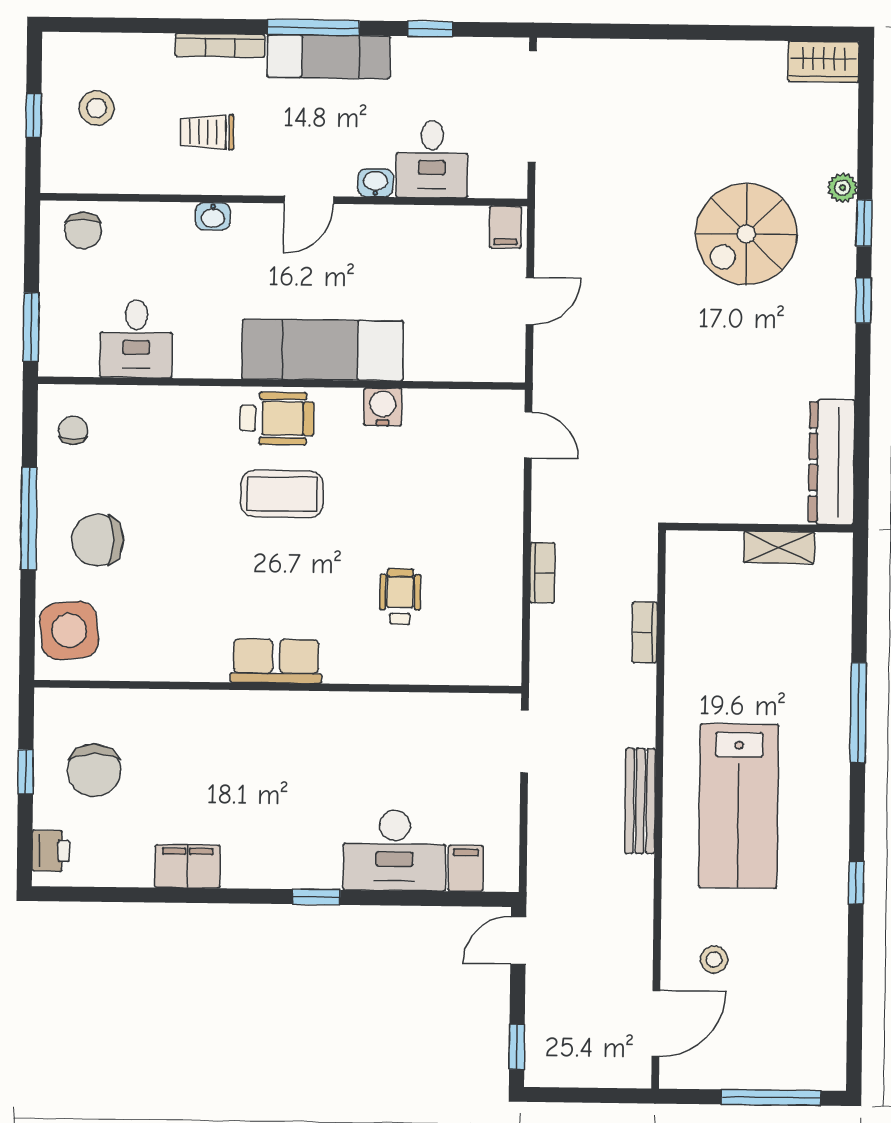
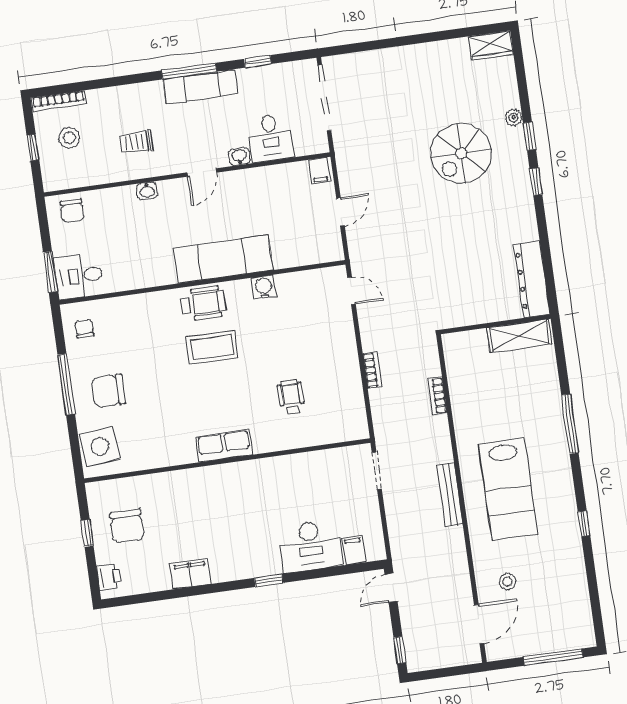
bookcase: (220, 45) -> (59, 101), moved
desk: (136, 339) -> (79, 276), moved, turned 90
shelving: (779, 547) -> (519, 336), width x1.50, depth x1.33

